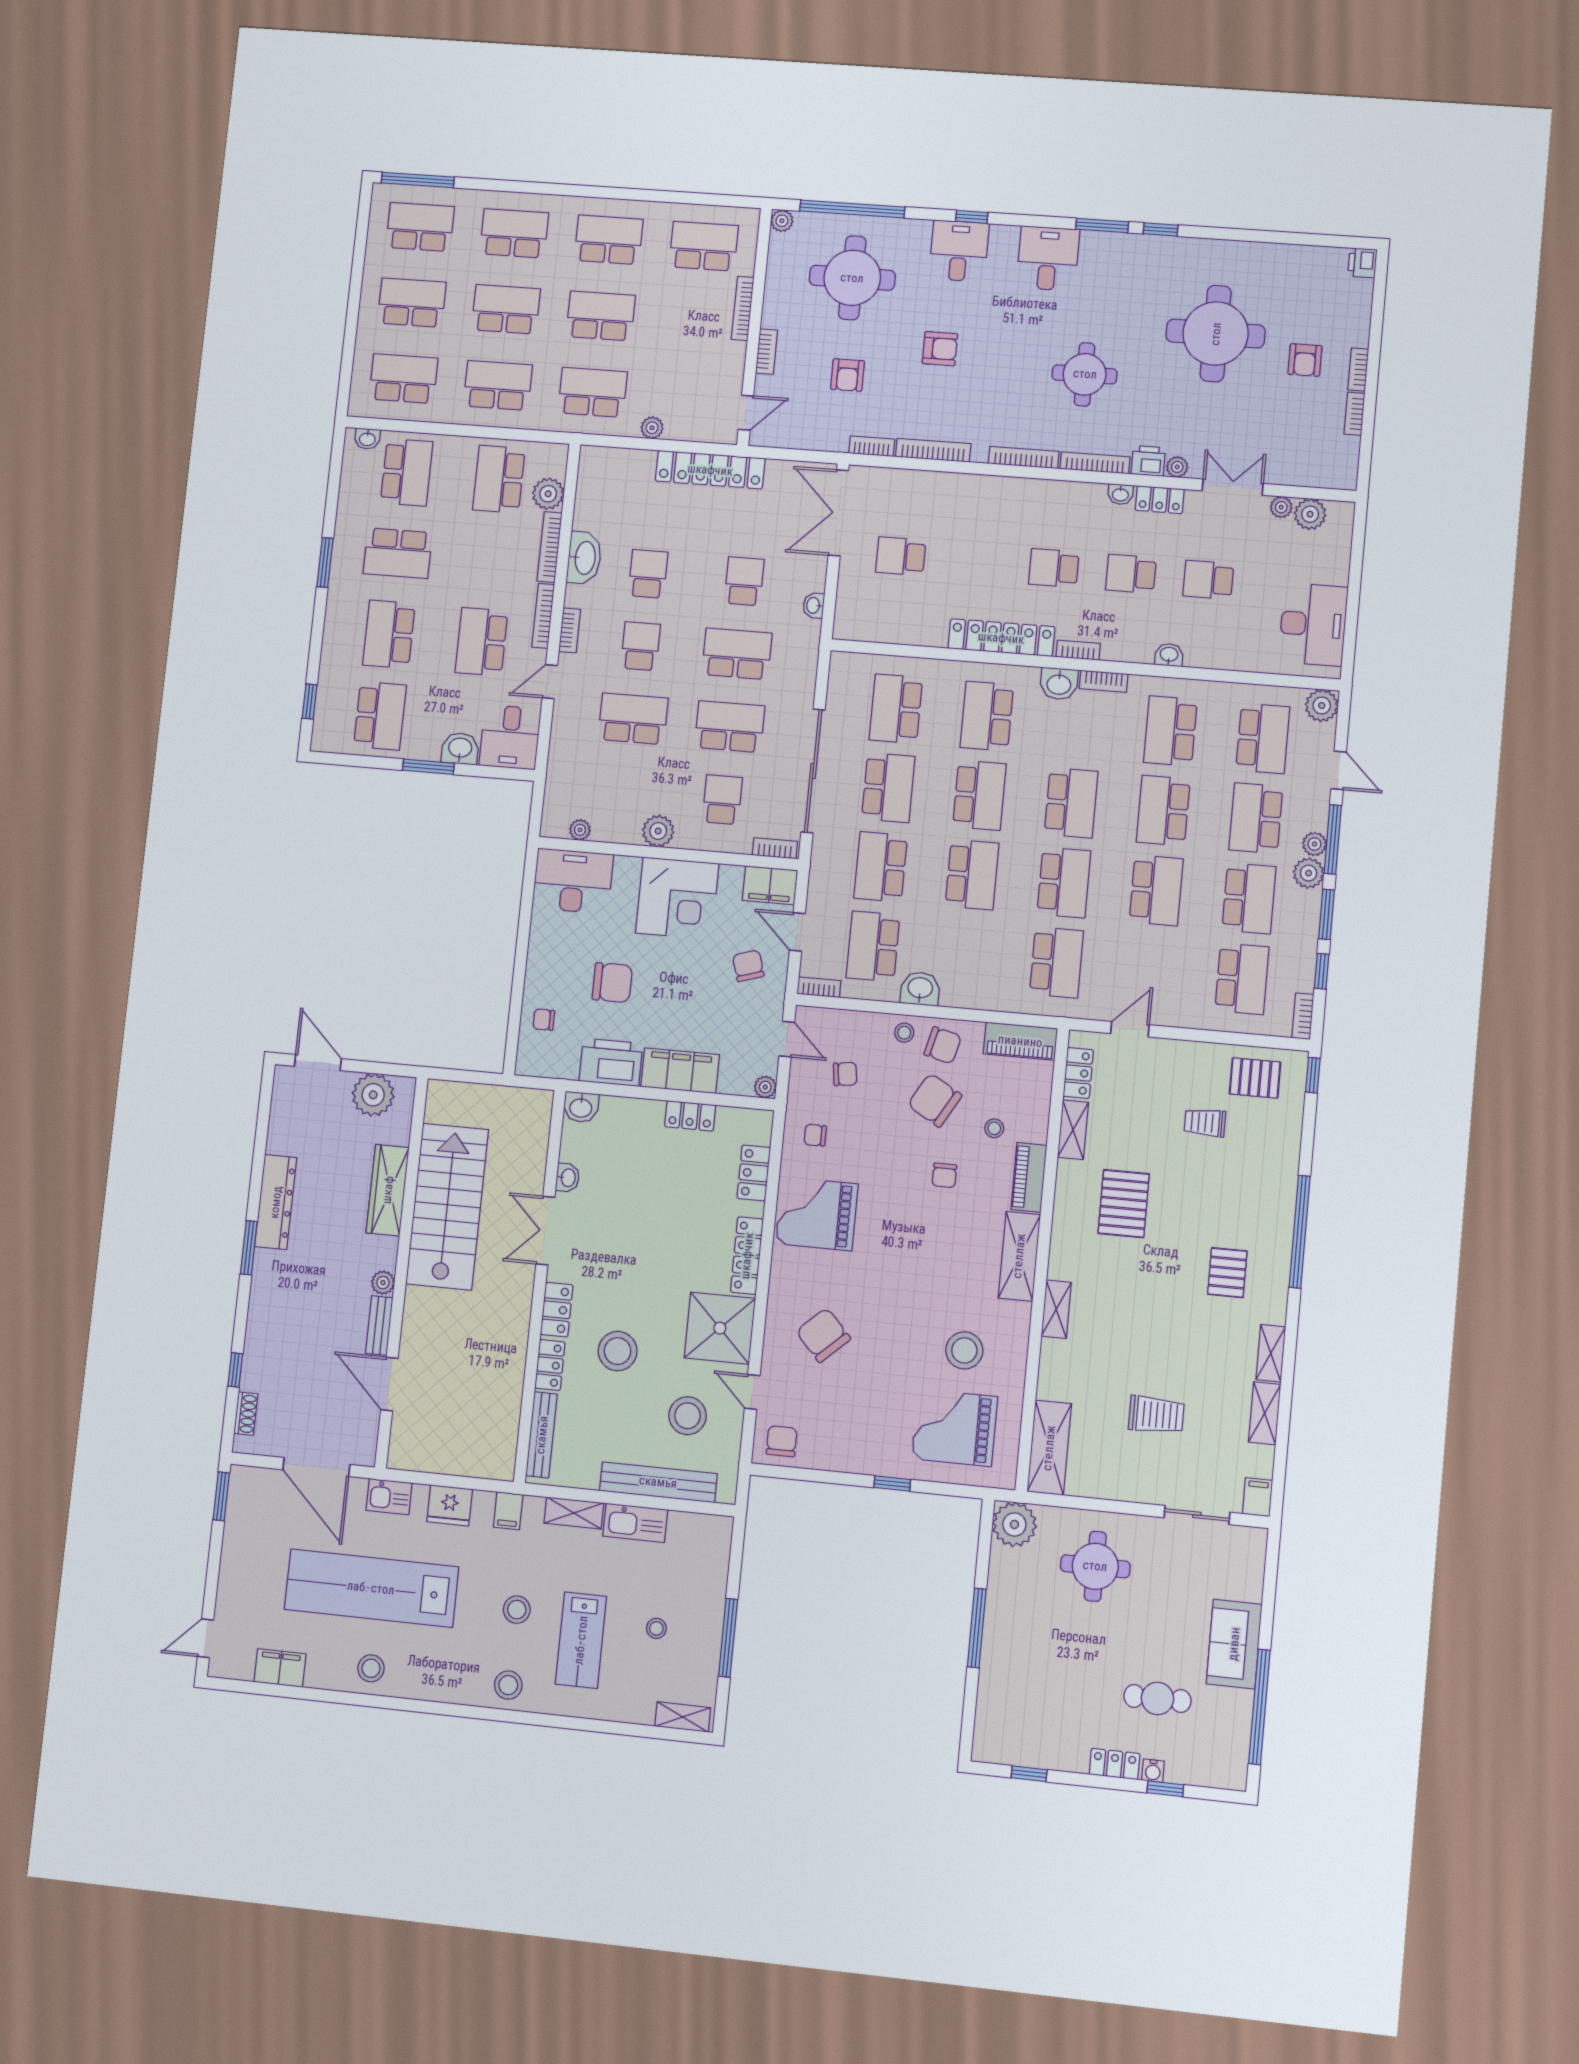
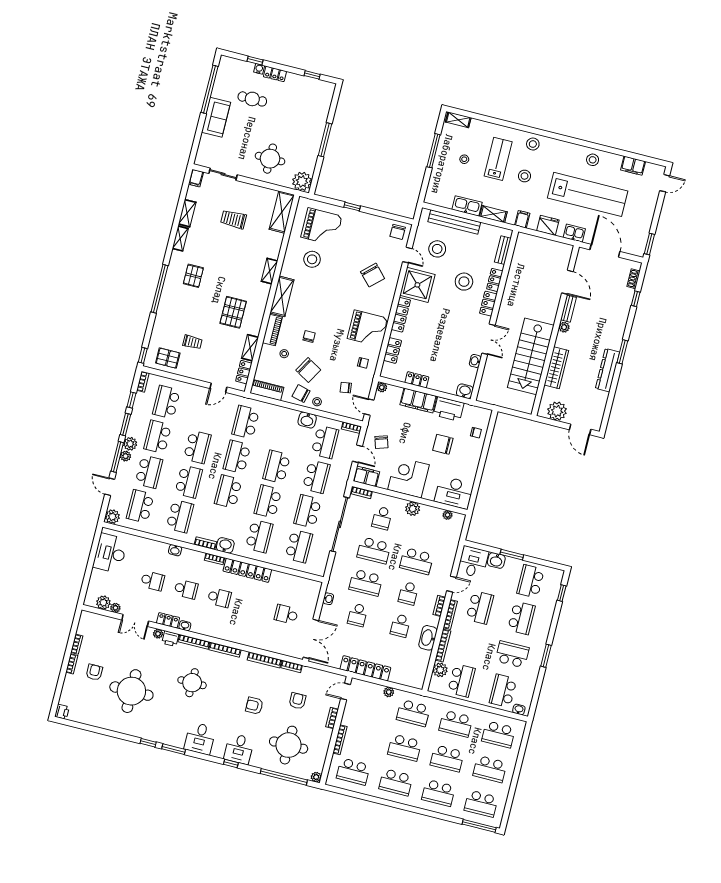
school desk: (901, 556) -> (286, 614), turned 180
school desk: (1156, 890) -> (197, 447), turned 180
bench: (542, 1435) -> (503, 250), width x0.73

